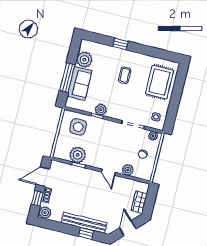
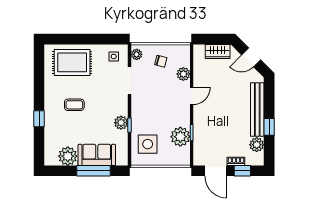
plant: (45, 213) -> (257, 145), moved
window: (86, 233) -> (269, 127), moved

